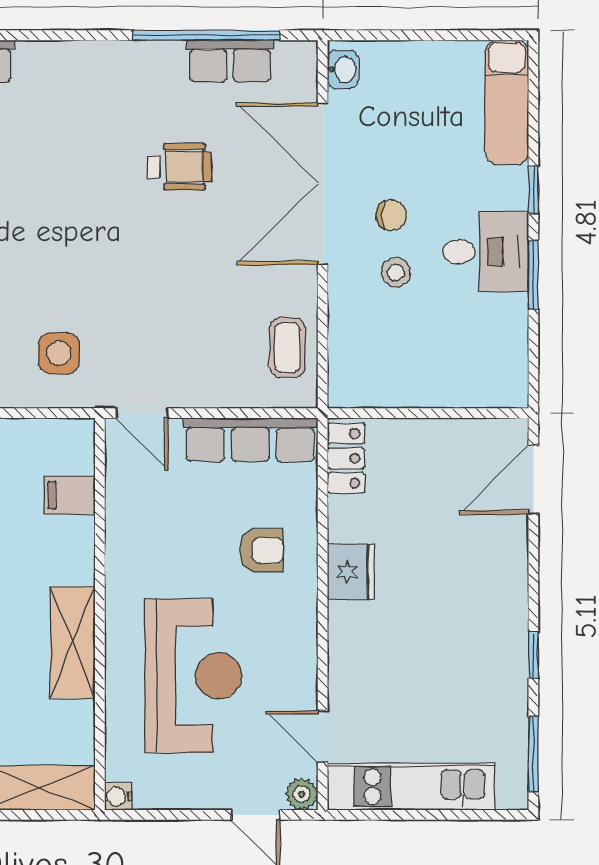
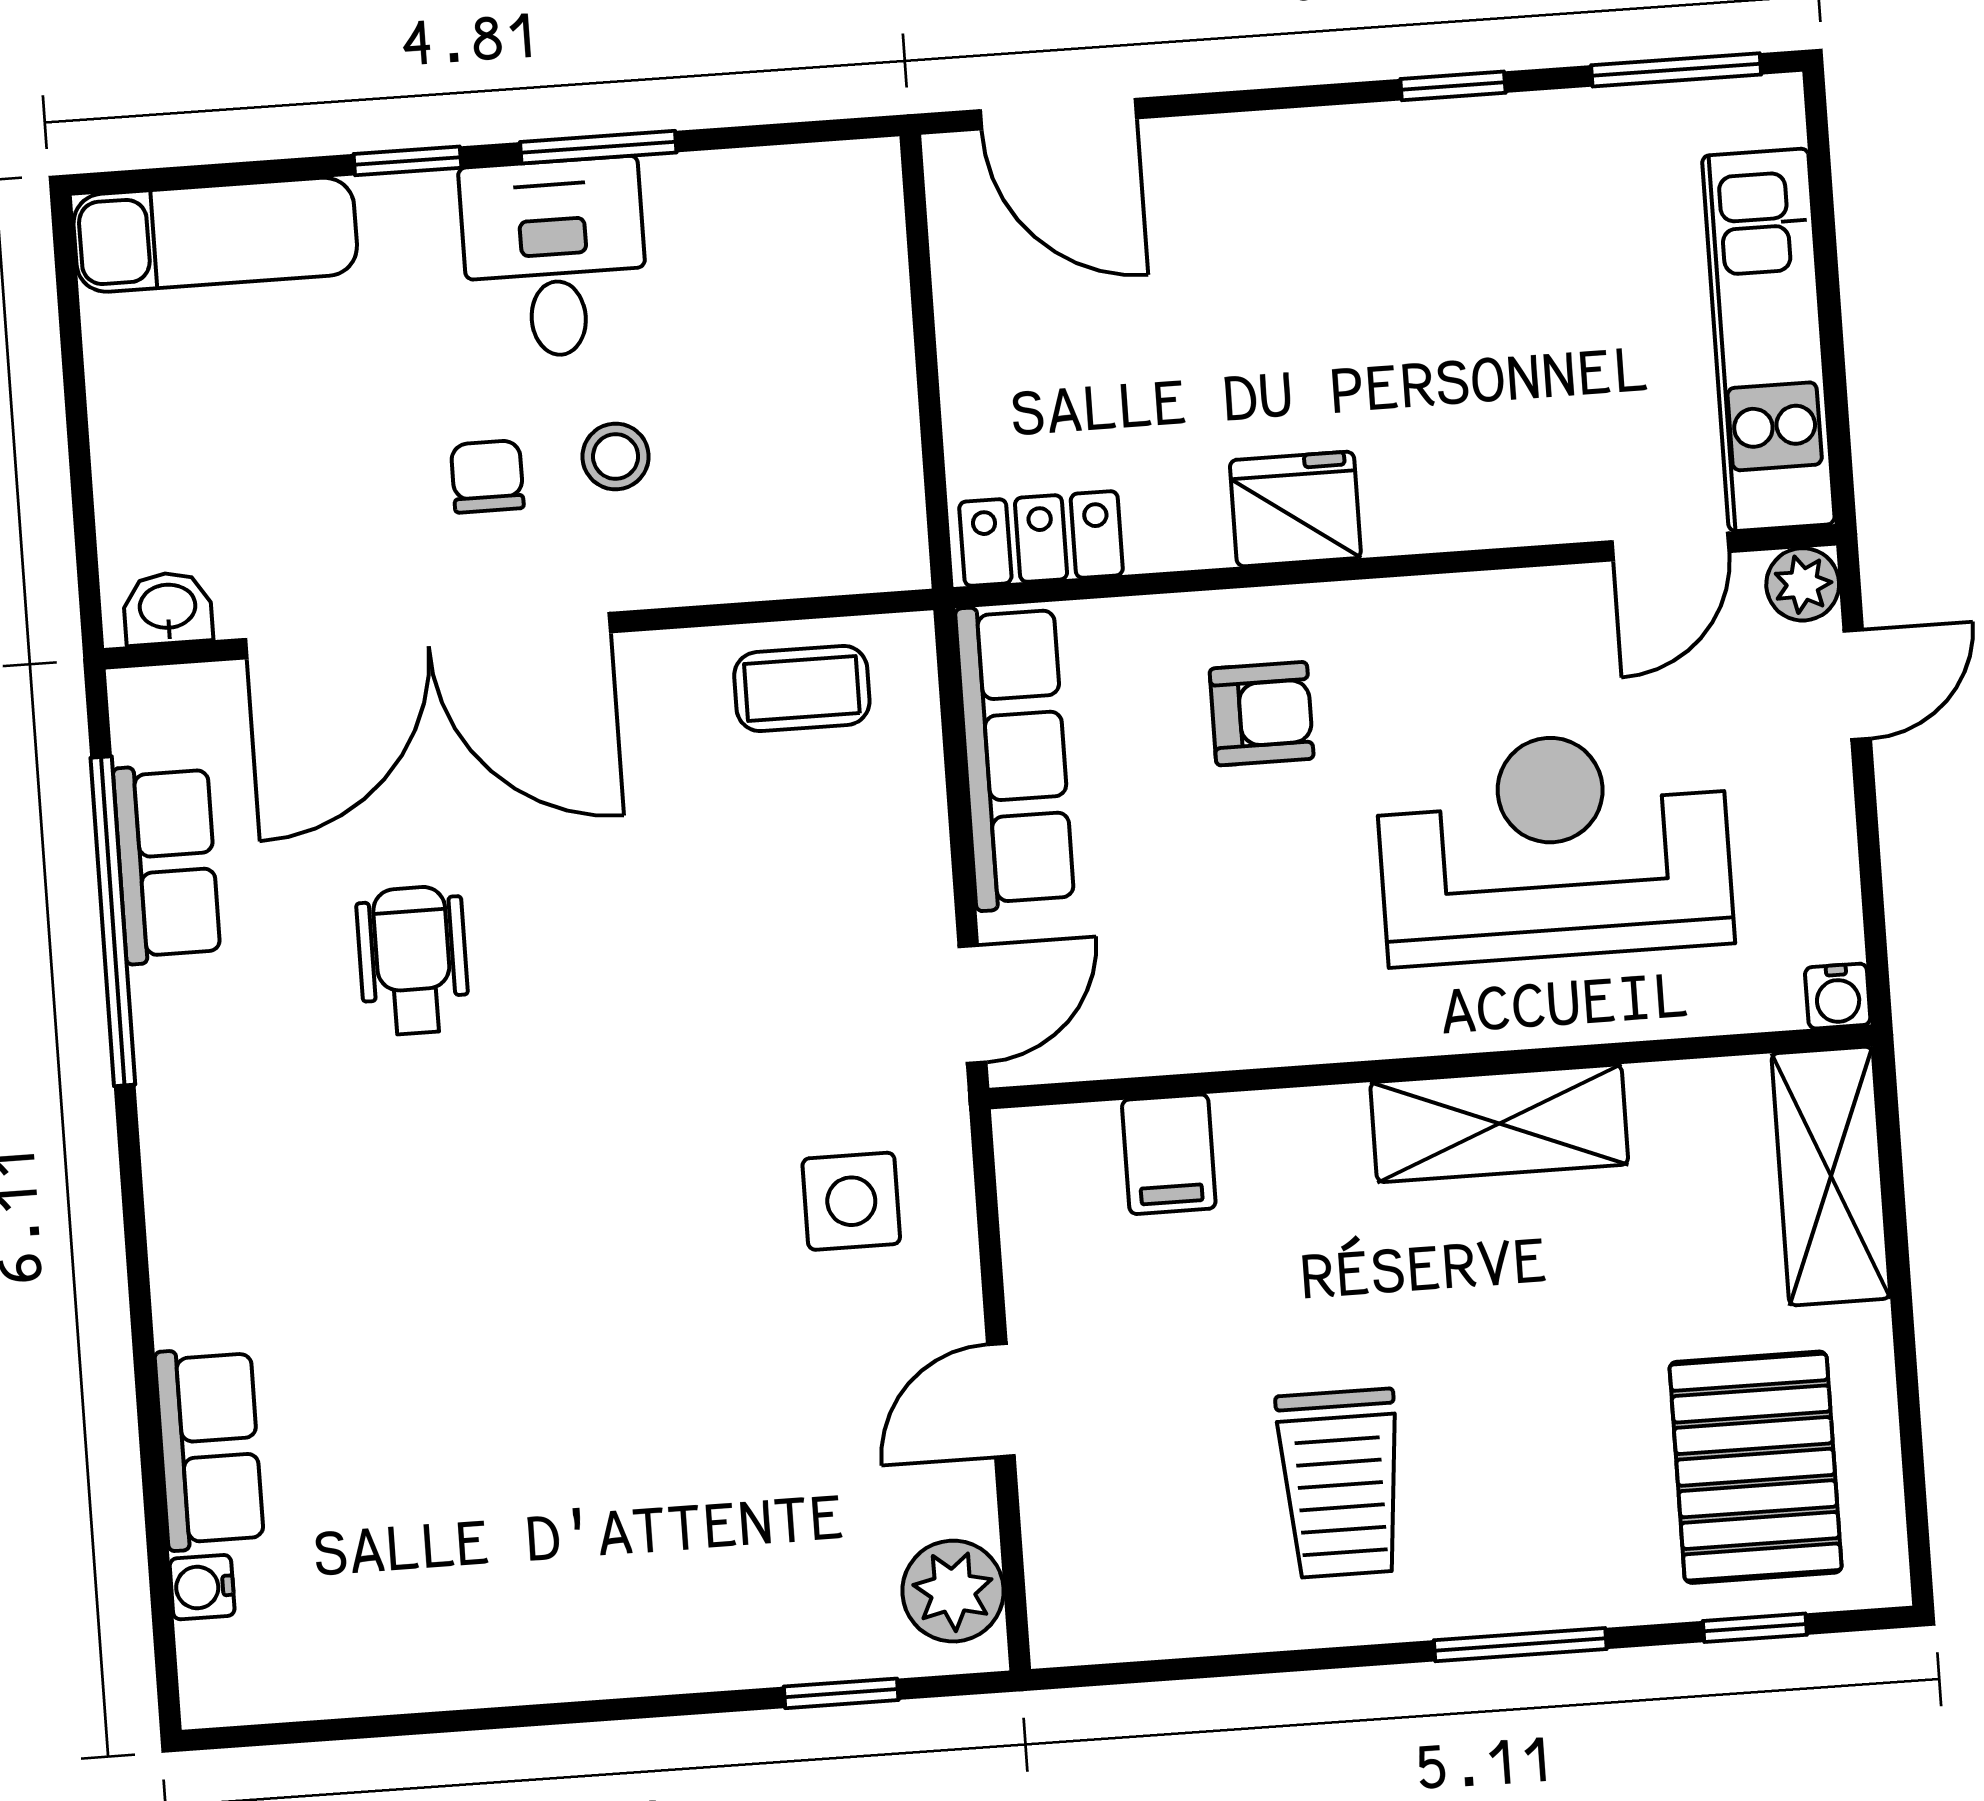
armchair: (262, 550) -> (1262, 714), turned 90

